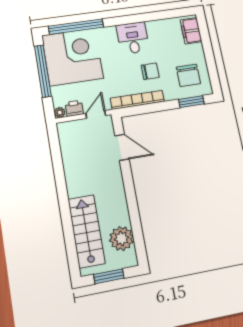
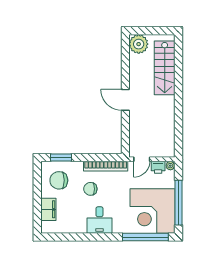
filing cabinet: (191, 31) -> (48, 209), moved
chair: (188, 75) -> (59, 180), turned -90
door: (122, 147) -> (125, 100), moved
plant: (121, 238) -> (139, 44), moved
window: (109, 276) -> (153, 31), removed

